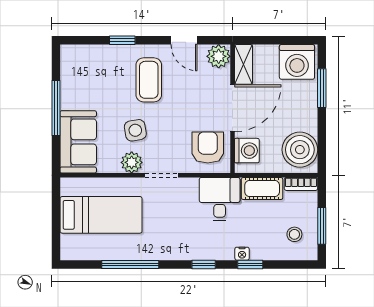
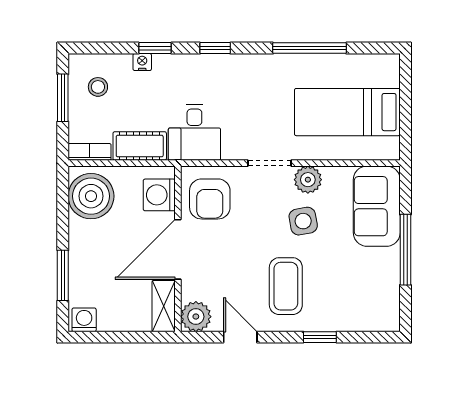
washing machine: (297, 62) -> (84, 320), width x0.53, depth x0.53
nightstand: (242, 254) -> (142, 62), moved

